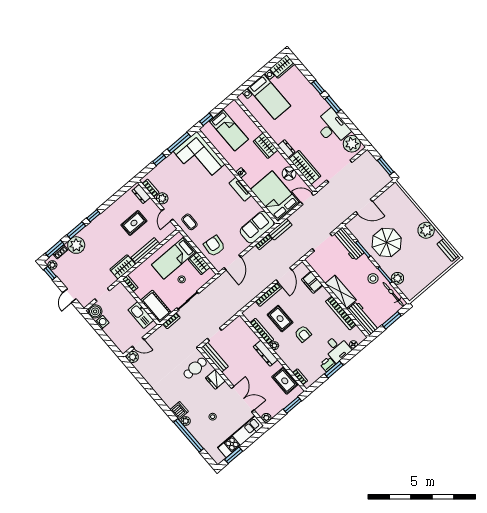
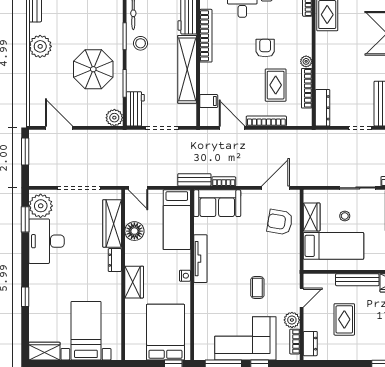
window: (333, 104) -> (25, 219), moved
bed: (229, 130) -> (165, 332), width x1.50
corner sofa: (199, 158) -> (245, 338), moved, turned -90
tv unit: (240, 189) -> (200, 259), width x1.41
bed: (275, 196) -> (177, 220), width x0.67
door: (364, 207) -> (59, 128), moved
coffee table: (189, 222) -> (257, 287), moved
rug: (134, 223) -> (344, 319), turned 90
workbench: (348, 244) -> (135, 109), width x0.73
armchair: (214, 246) -> (280, 222), turned 94
door: (284, 275) -> (232, 128), hinge flipped
plant: (397, 278) -> (114, 118), moved
filing cabinet: (312, 282) -> (209, 101), width x0.50
shelving: (341, 292) -> (187, 69), width x1.47
dresser: (266, 353) -> (323, 108), moved

